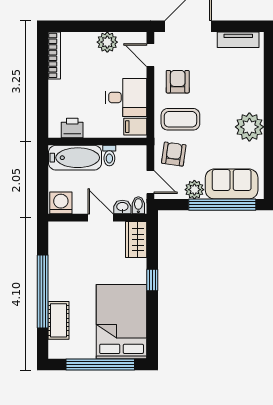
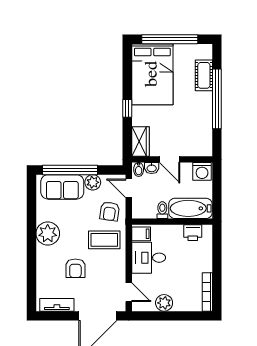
armchair: (178, 82) -> (75, 268), moved

